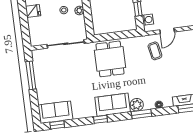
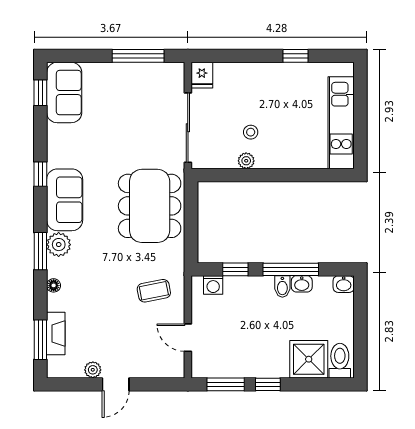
fridge: (33, 11) -> (202, 75), moved
door: (167, 31) -> (188, 338), moved
dining table: (110, 59) -> (150, 206), width x1.38

